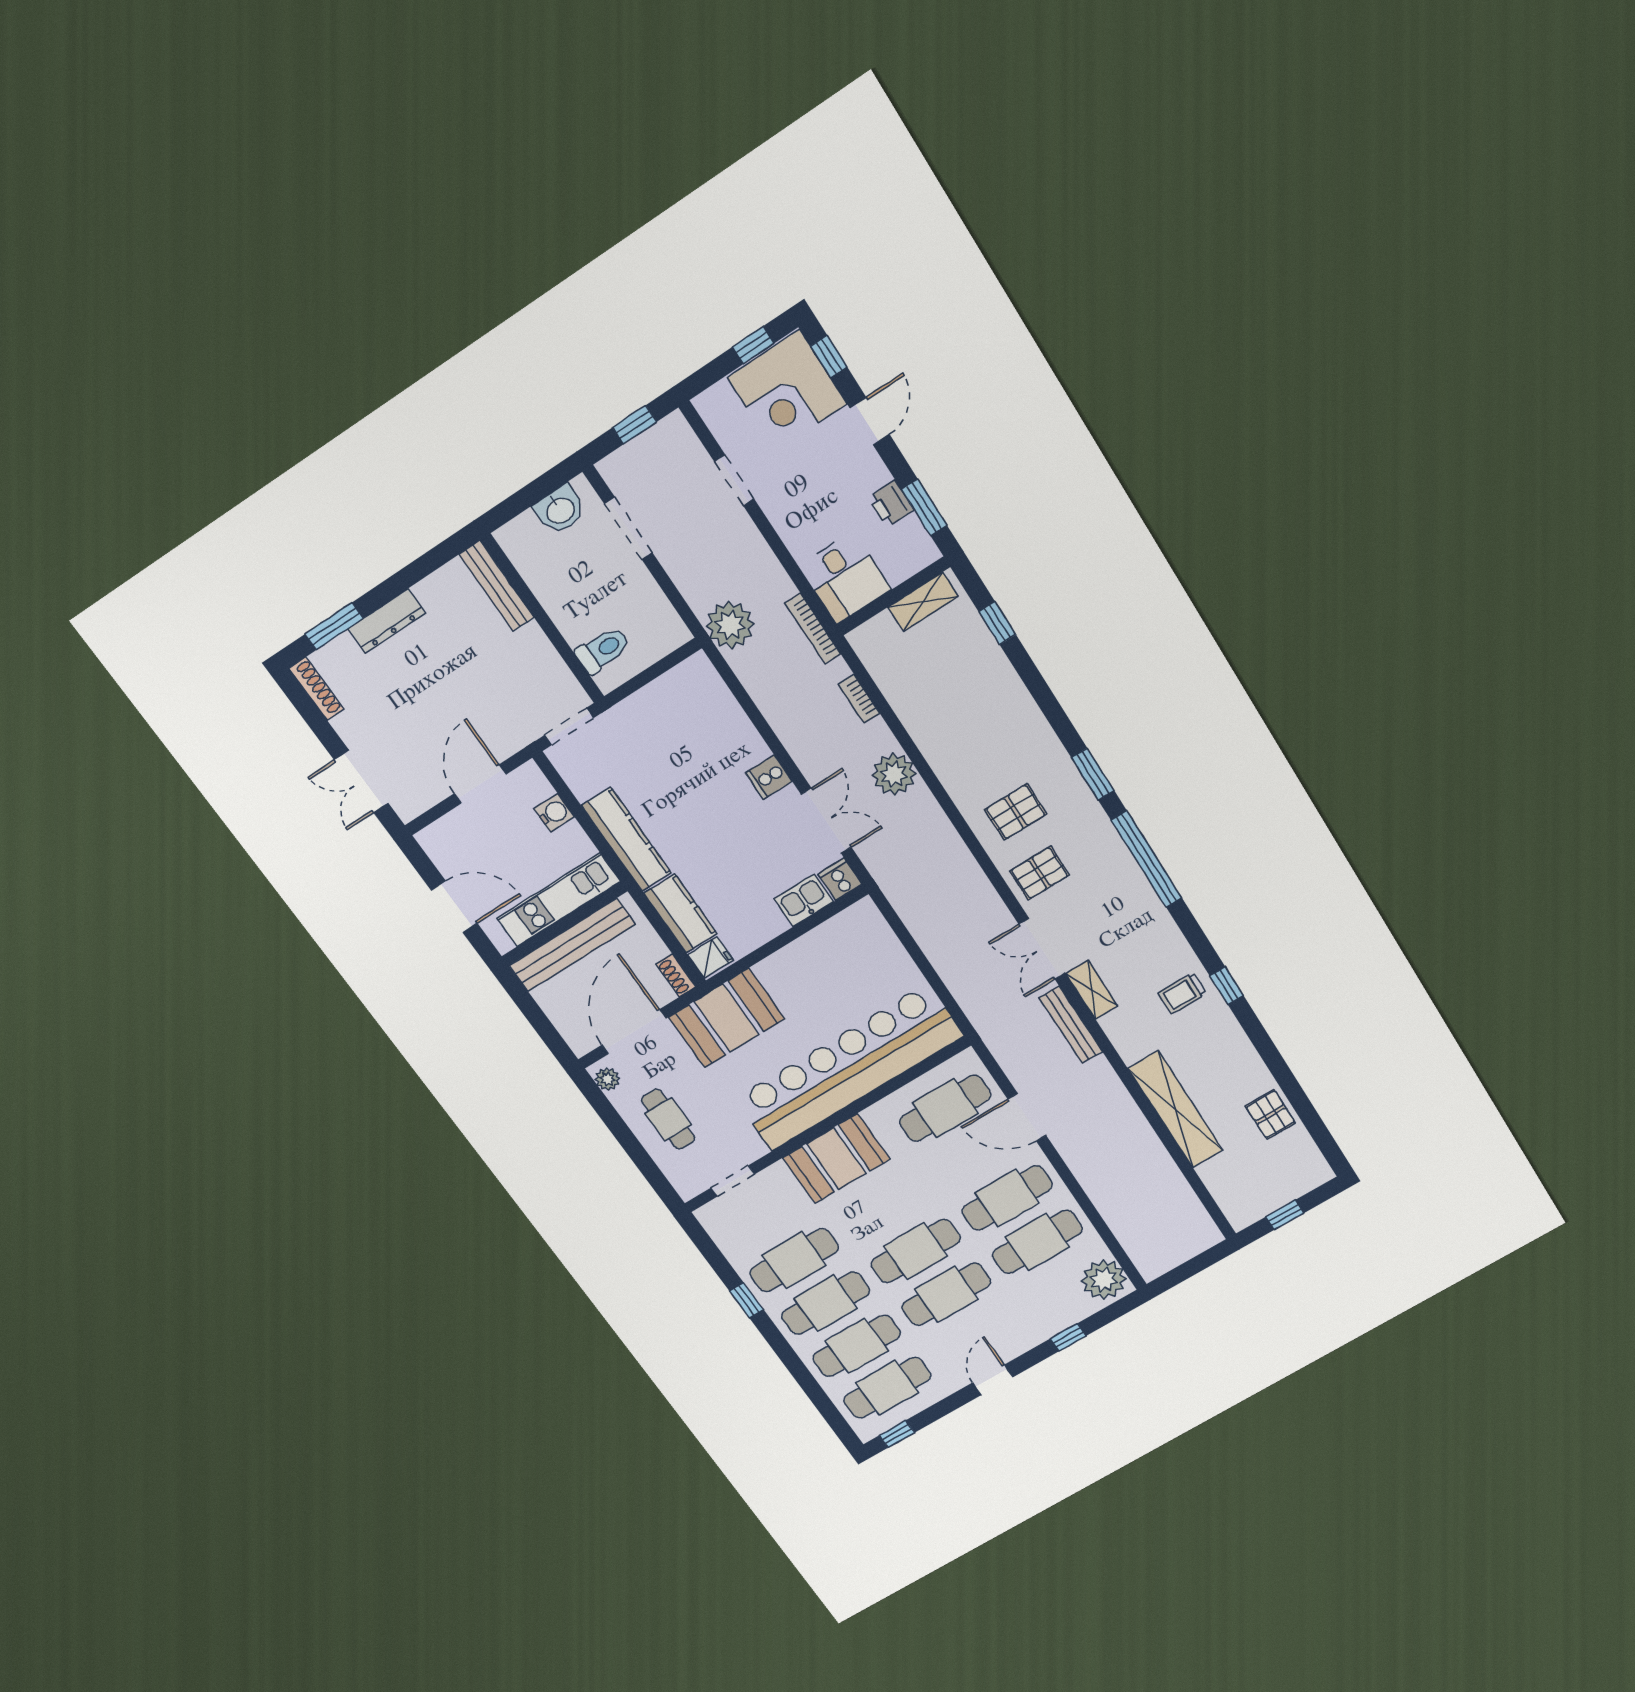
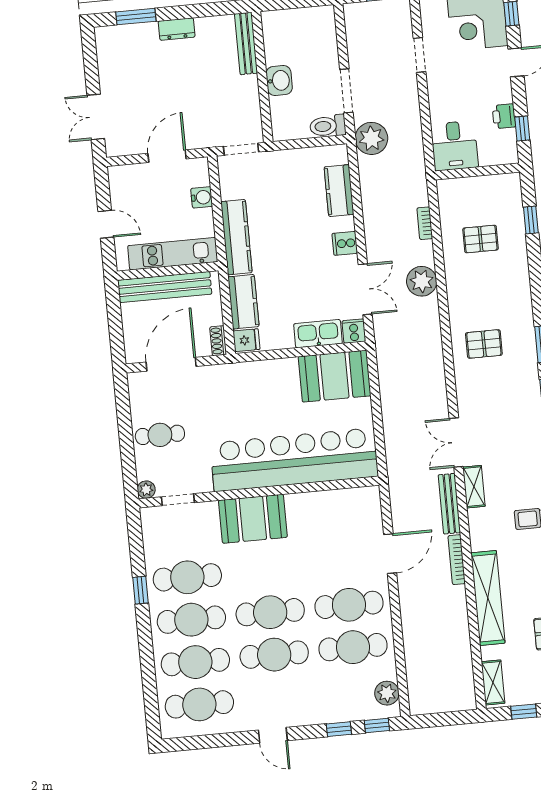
window: (924, 507) -> (522, 129), width x0.67
washbasin: (560, 510) -> (279, 81), moved, turned -90
doorway: (628, 528) -> (346, 91), moved
shelving: (923, 602) -> (493, 682), moved, turned 90
dresser: (387, 621) -> (177, 29), width x0.70
bookcase: (813, 628) -> (457, 560), moved
toilet: (603, 650) -> (328, 126), moved, turned 180
shoe rack: (316, 689) -> (103, 48), removed
kitchen counter: (725, 714) -> (339, 191), added
pallet: (1039, 873) -> (480, 239), moved
kitchen sink: (804, 900) -> (318, 334), width x1.38
door: (454, 907) -> (106, 224), width x0.73
booth: (727, 1018) -> (335, 376), moved
plant: (607, 1079) -> (146, 490), moved
cafe table: (945, 1108) -> (341, 520), removed
door: (1027, 1117) -> (390, 554), swing flipped
cafe table: (668, 1119) -> (160, 435), turned 90
plant: (1104, 1280) -> (387, 693), width x0.73, depth x0.73
door: (993, 1380) -> (273, 735), swing flipped
window: (897, 1434) -> (377, 726), moved

